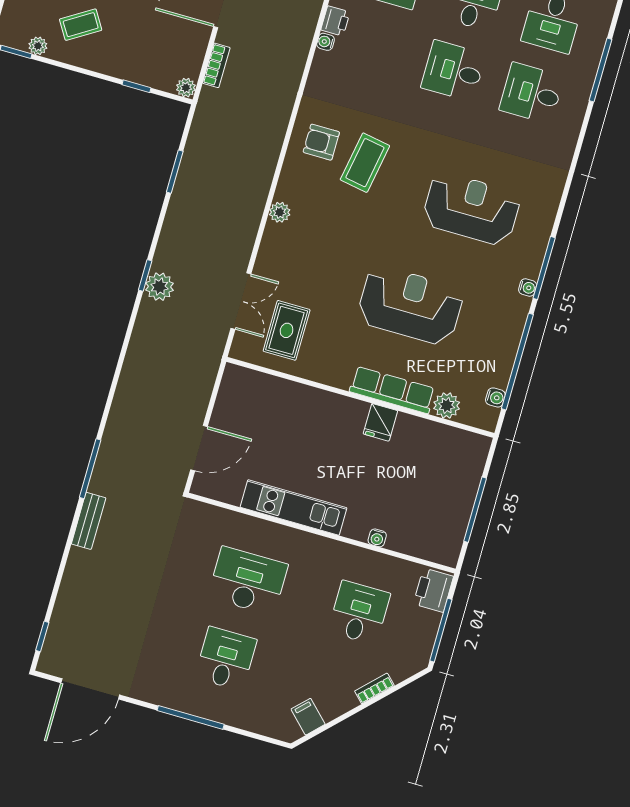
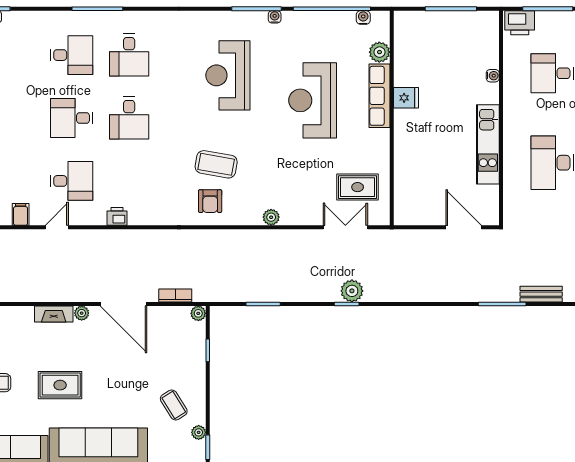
water cooler: (326, 42) -> (135, 219), removed

